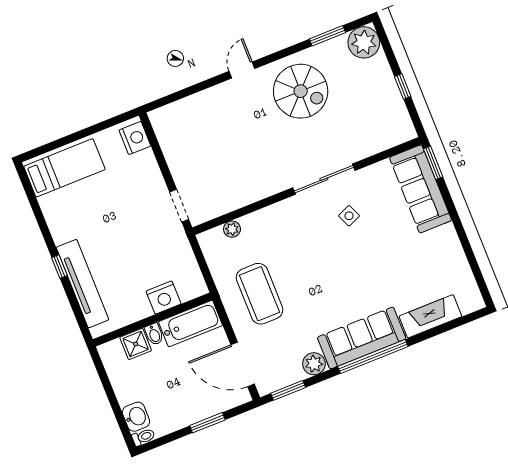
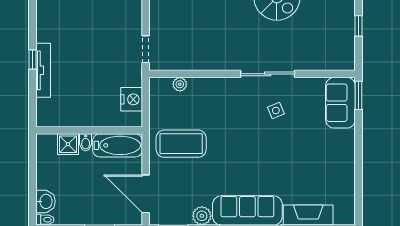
sofa: (421, 189) -> (340, 103), width x0.73
tv unit: (82, 284) -> (43, 70), width x0.73, depth x0.78
coffee table: (260, 294) -> (181, 144), turned 90
nightstand: (164, 297) -> (132, 99), moved, turned -90

